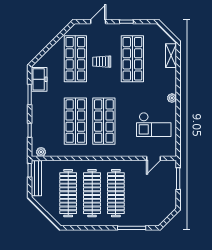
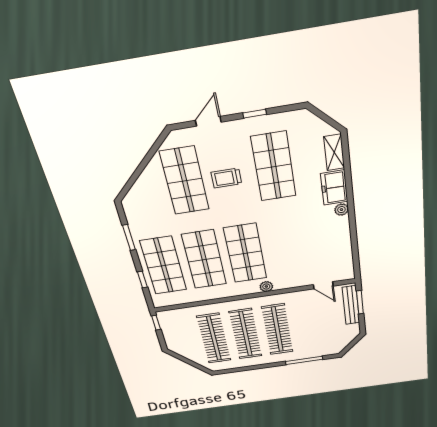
freezer: (39, 79) -> (334, 188), moved, turned 180
shop shelf: (47, 121) -> (163, 266), added
checkout: (154, 125) -> (318, 246), removed
plant: (41, 152) -> (266, 286), moved
door: (154, 158) -> (323, 285), hinge flipped
bench: (36, 178) -> (351, 305), moved

